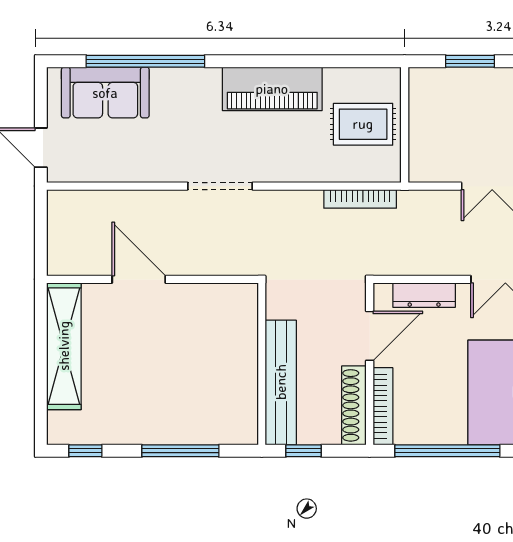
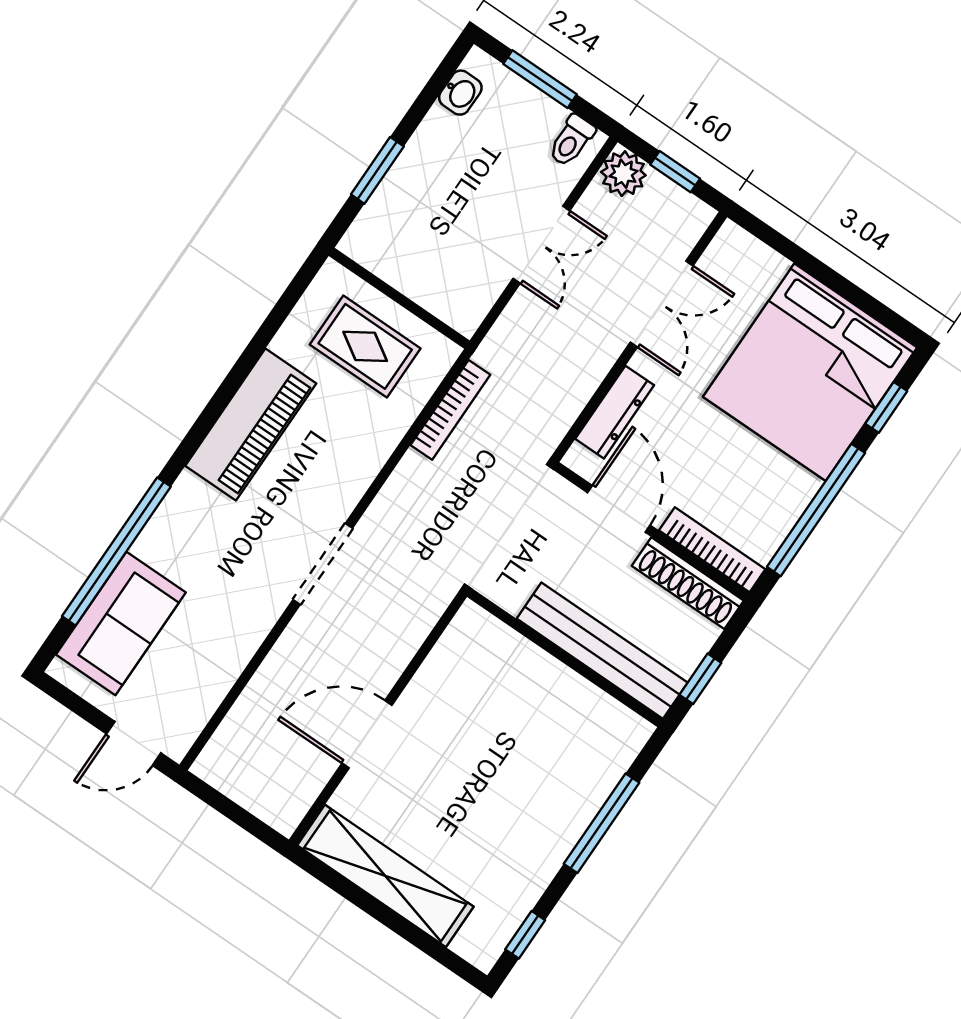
rug: (363, 124) -> (365, 346), turned 90

